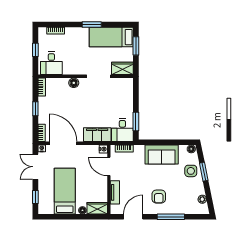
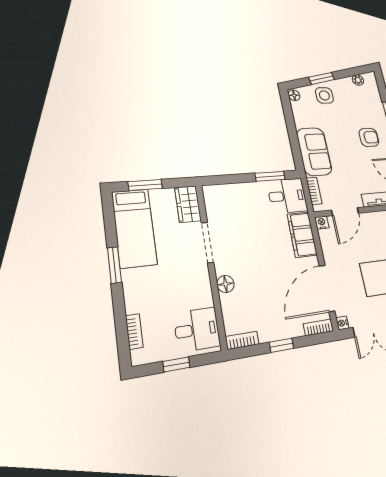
sofa: (162, 154) -> (314, 152), moved

